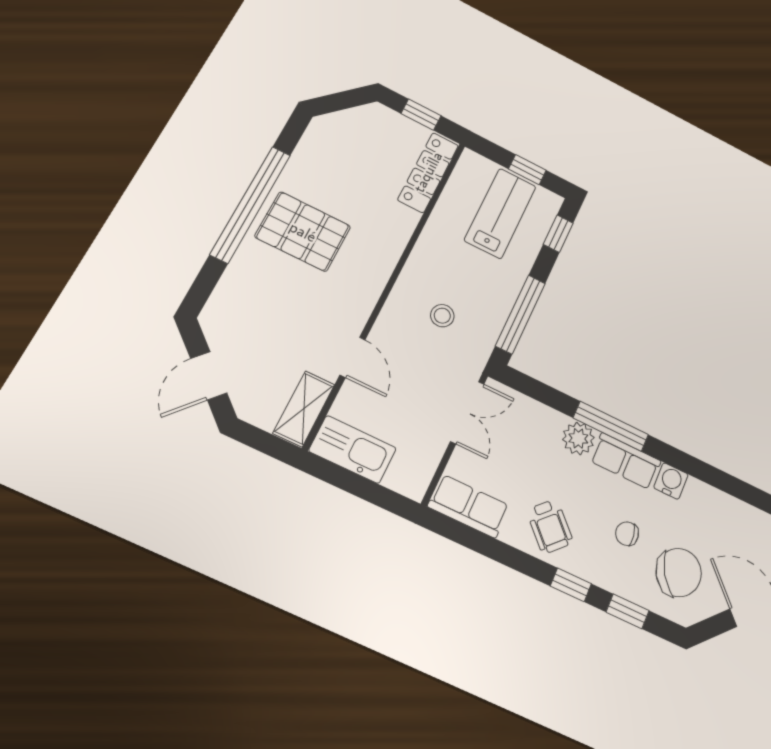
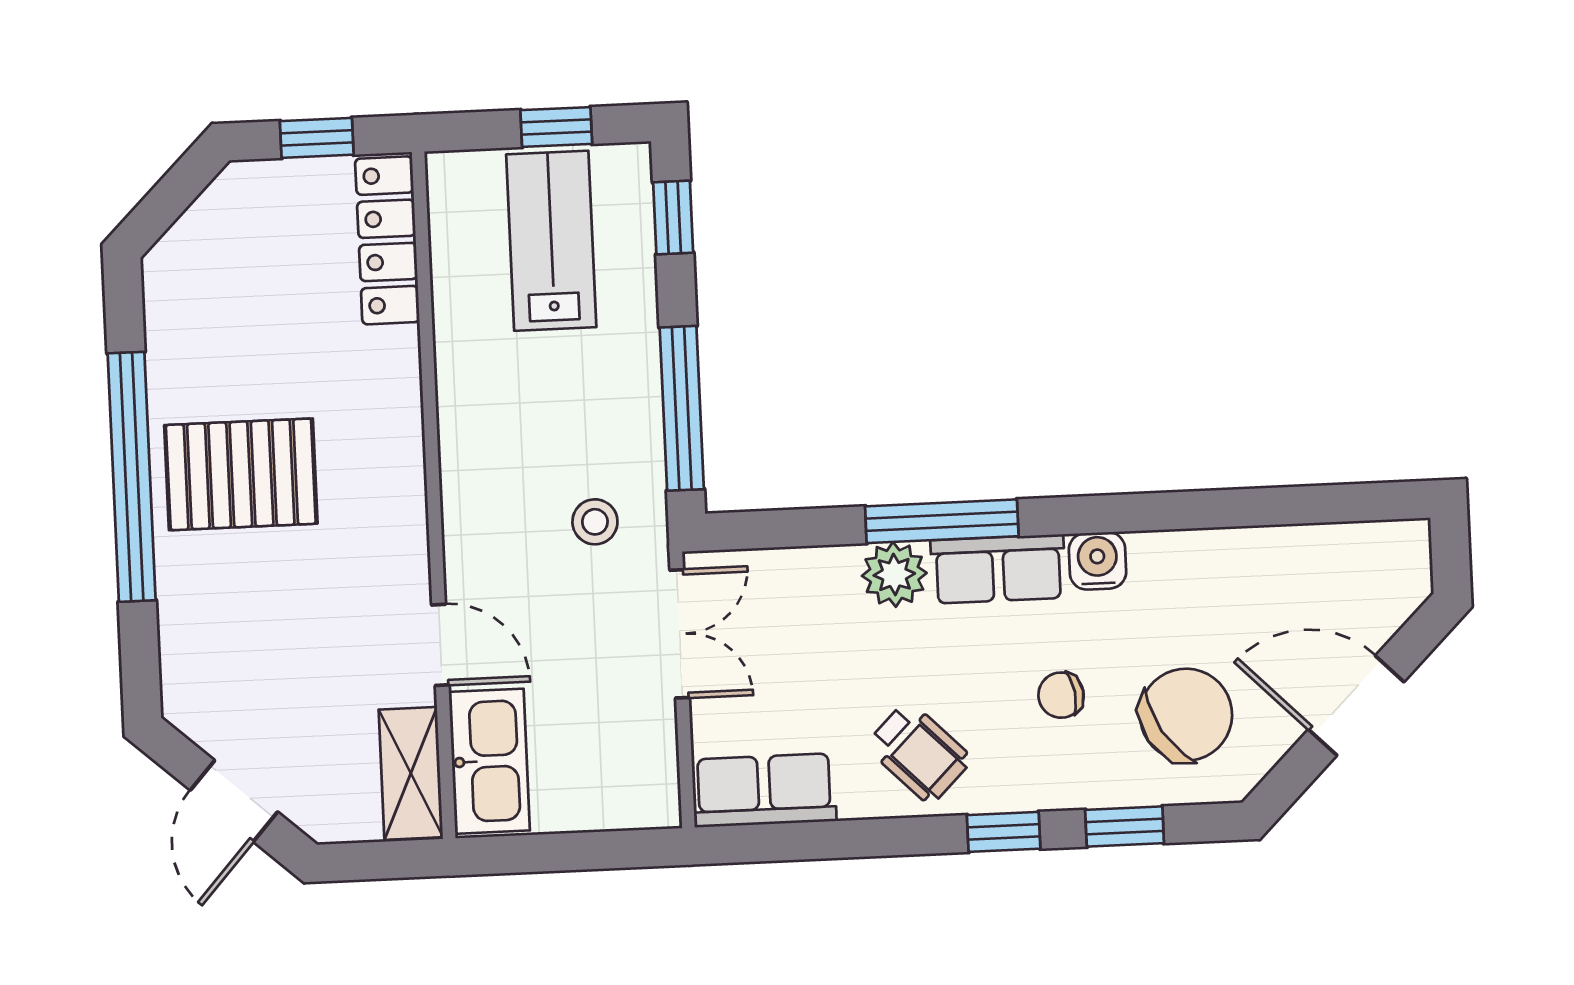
stool: (442, 316) -> (595, 522), moved
kitchen sink: (353, 450) -> (489, 761), moved, turned 90

